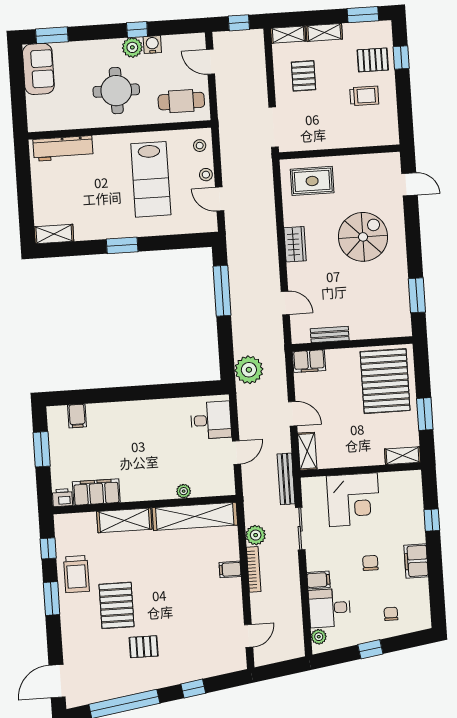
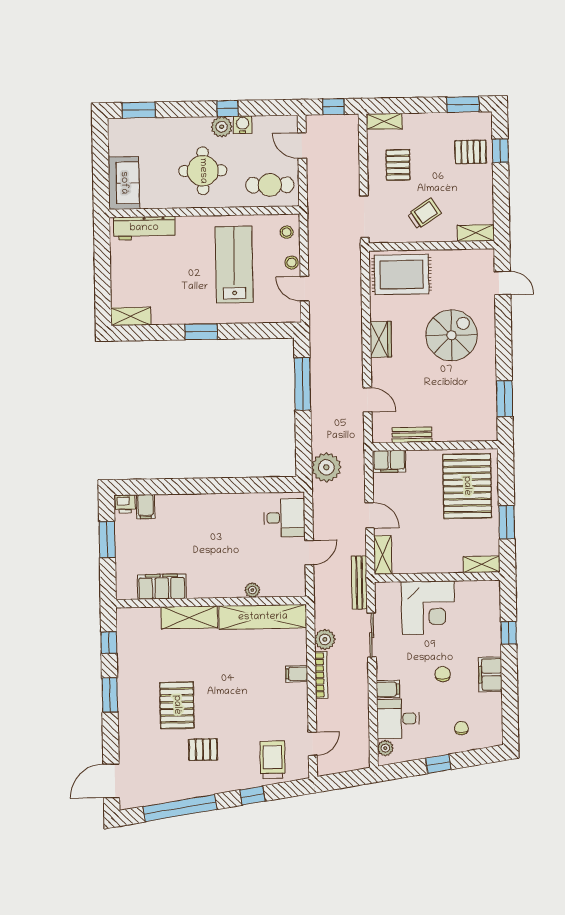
shelving: (324, 32) -> (476, 233), moved
sofa: (38, 69) -> (124, 183), moved
trolley: (364, 96) -> (424, 214), moved, turned -33
lab bench: (151, 179) -> (234, 265), turned 180
rug: (312, 181) -> (402, 275), width x1.36, depth x1.43
printer: (62, 498) -> (125, 504), moved, turned 180
trolley: (76, 574) -> (273, 760), moved, turned 180

